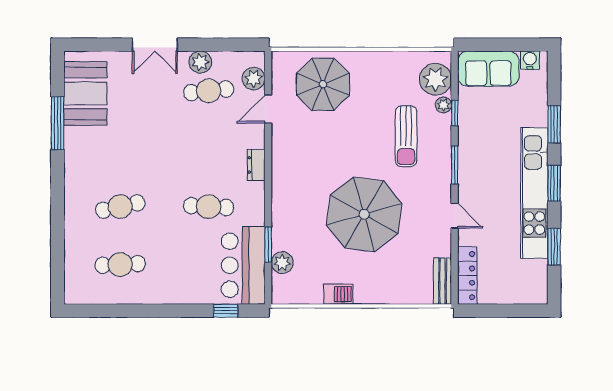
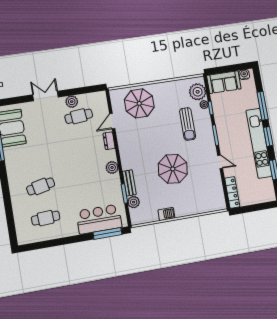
double door: (155, 45) -> (46, 96), swing flipped
plant: (254, 79) -> (112, 167), moved
window: (554, 124) -> (263, 106), width x1.44
dresser: (256, 165) -> (109, 141), moved
cafe table: (209, 207) -> (89, 178), removed
parasol: (364, 214) -> (173, 169), width x0.73, depth x0.73
bar counter: (243, 265) -> (99, 219), moved, turned 90
bench: (443, 281) -> (129, 183), moved
window: (226, 311) -> (107, 233), width x2.17

